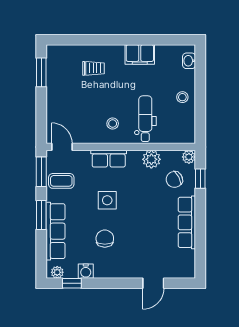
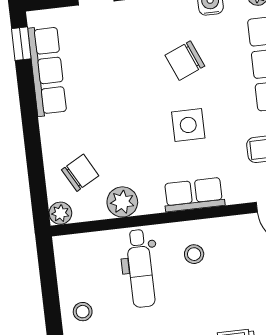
window: (200, 179) -> (21, 44), moved
row of seats: (187, 222) -> (47, 71), moved
chair: (105, 239) -> (185, 61), turned 67

